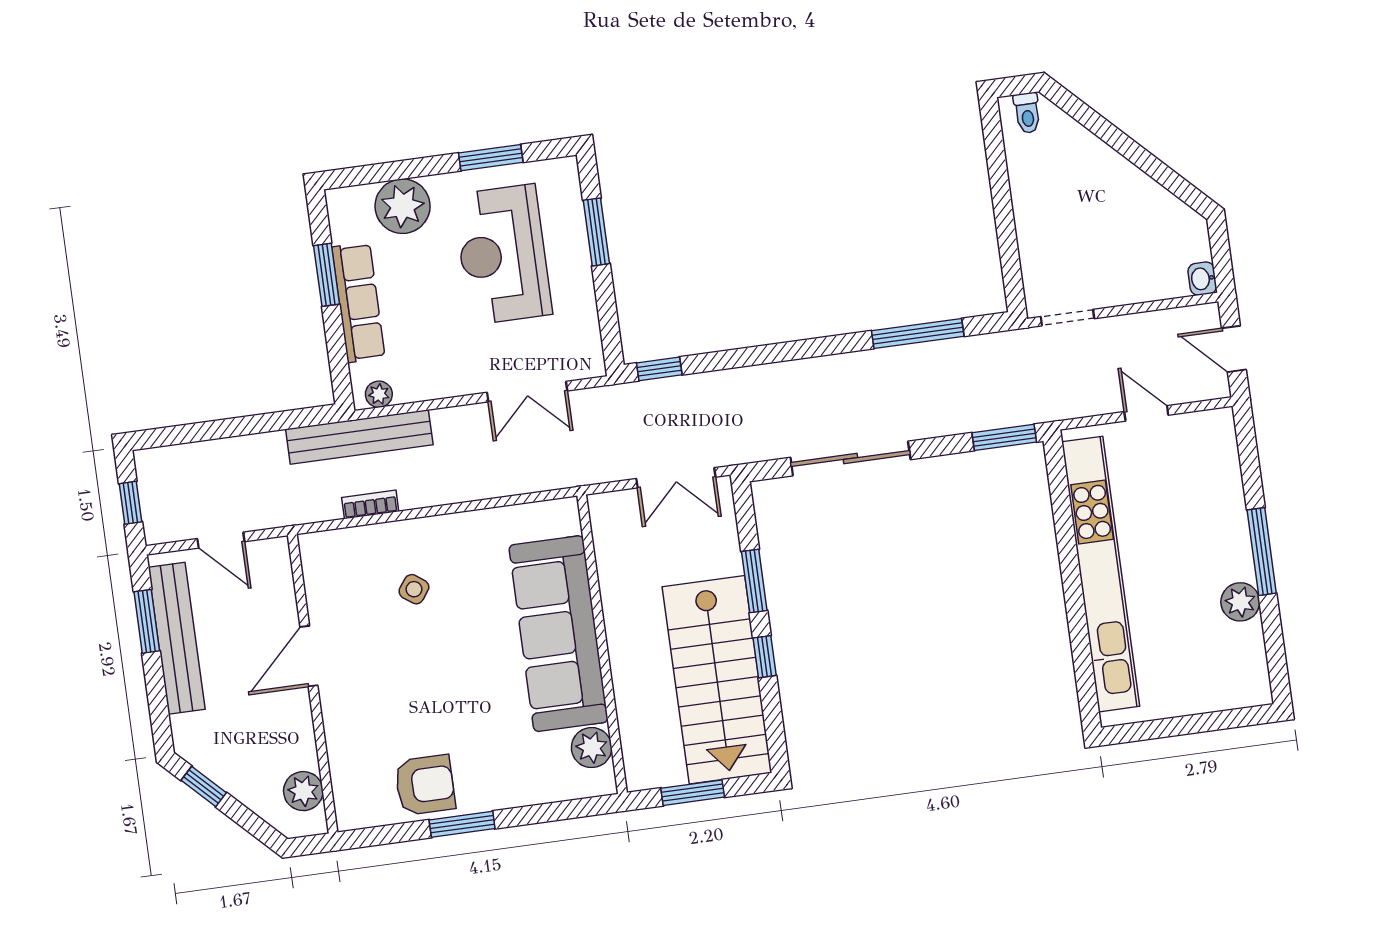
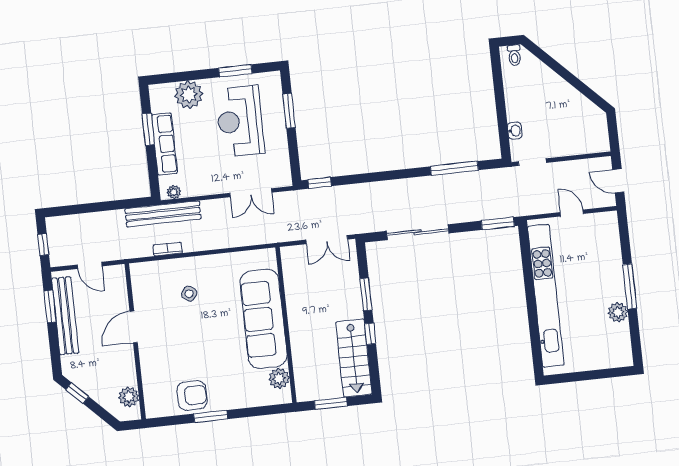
washbasin: (1202, 279) -> (515, 131), moved, turned 180
stairs: (717, 680) -> (354, 358), width x0.73, depth x0.66

